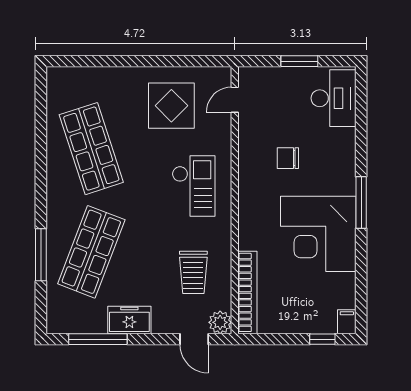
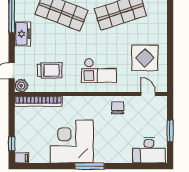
chair: (288, 158) -> (118, 108), moved
trolley: (193, 272) -> (50, 70), turned 180

